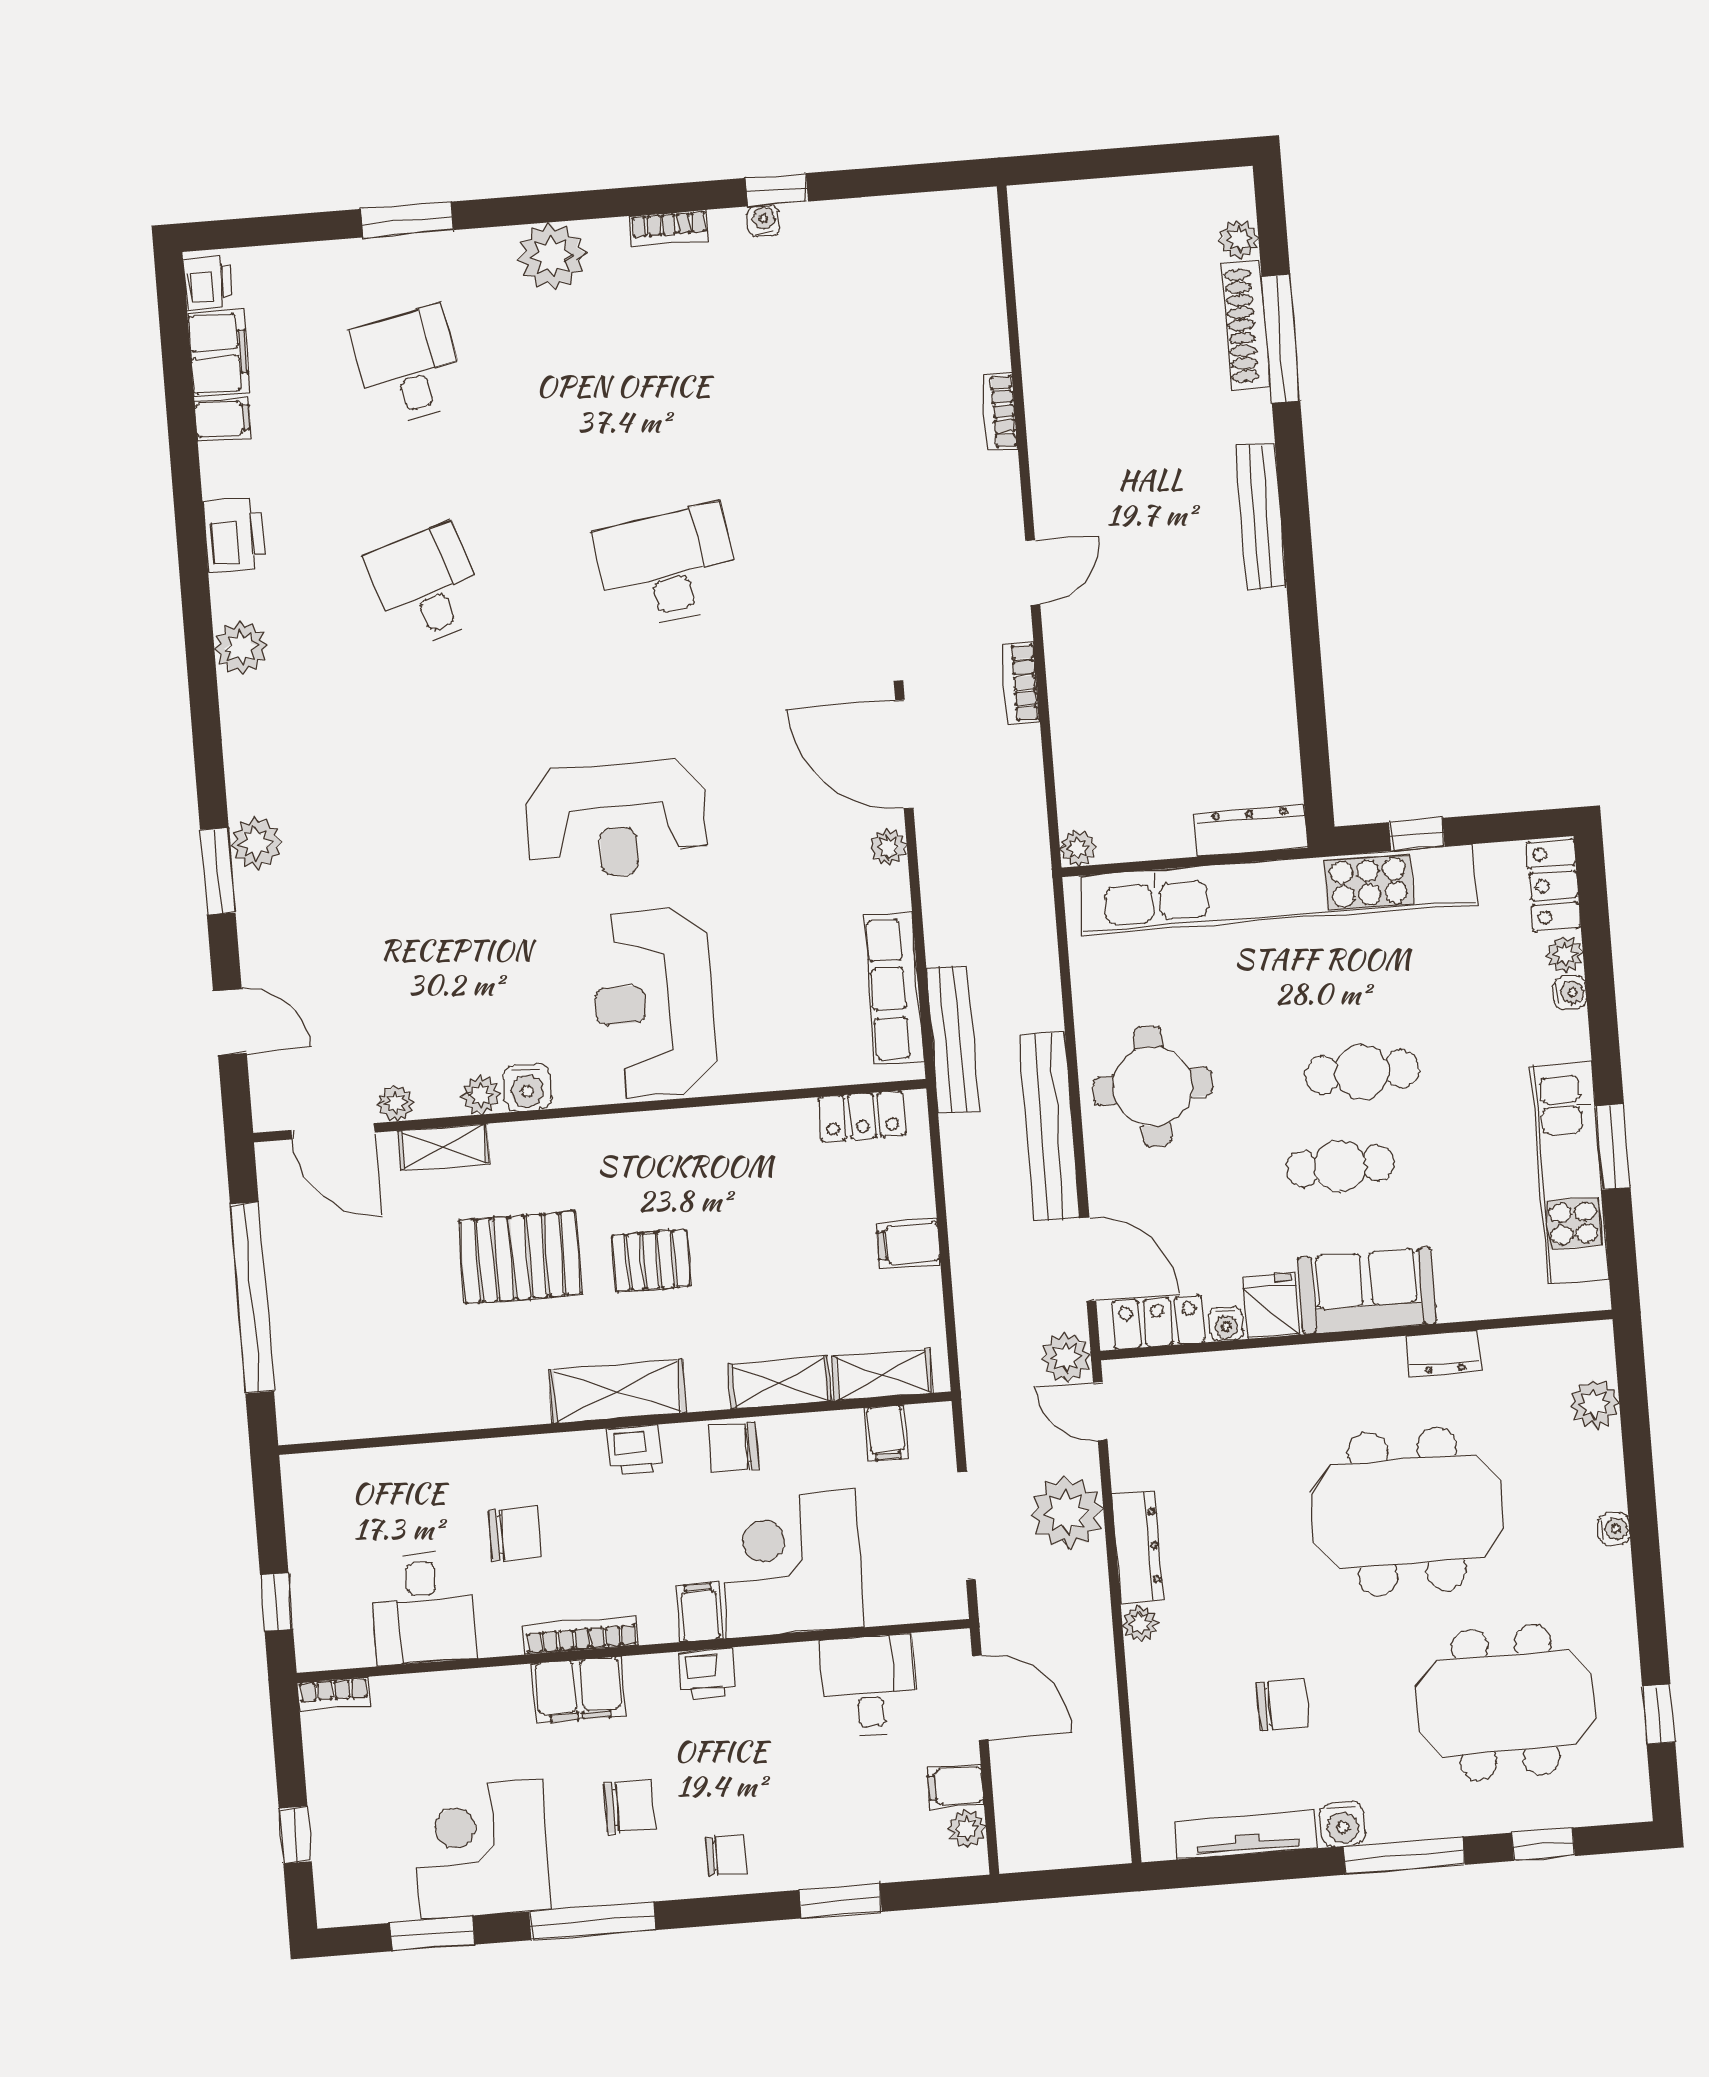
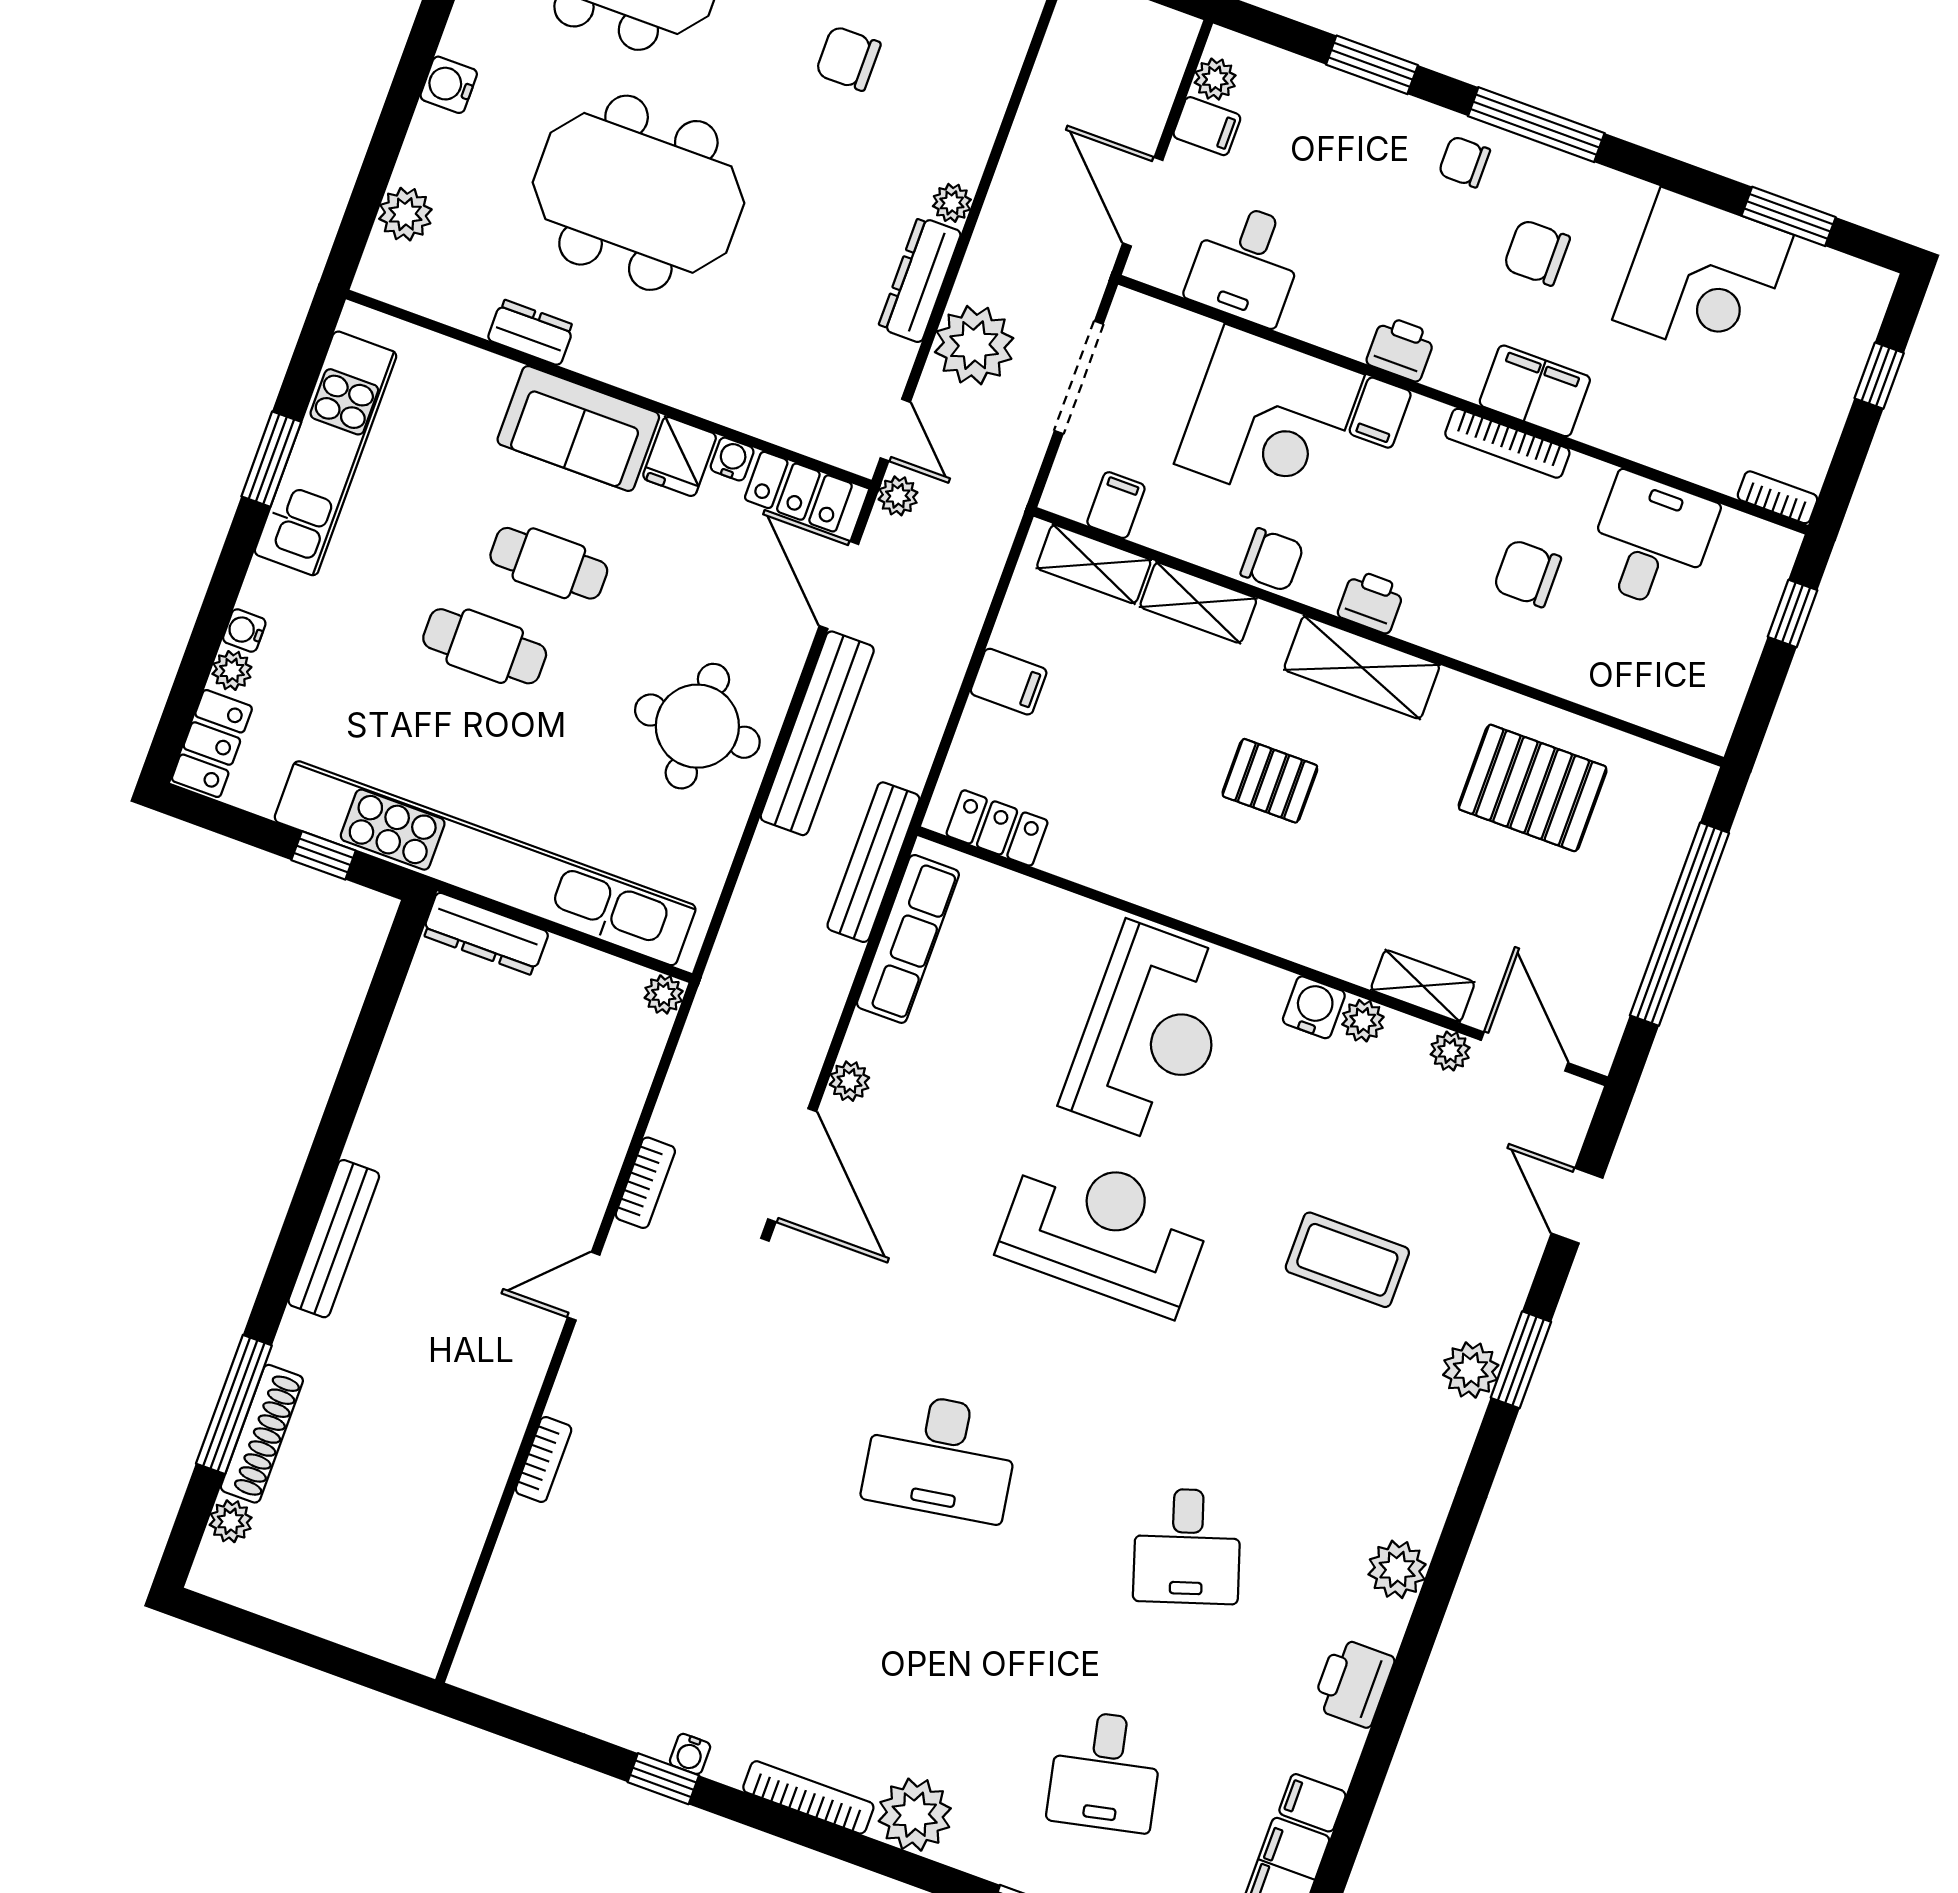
bookcase: (669, 228) -> (808, 1797), width x1.56
coffee table: (402, 888) -> (1347, 1260), added
pallet: (520, 1257) -> (1533, 788), moved
plant: (1066, 1357) -> (898, 496), width x0.73, depth x0.73
water cooler: (1614, 1529) -> (449, 85), width x1.38, depth x1.38
window: (592, 1921) -> (1536, 125), moved

